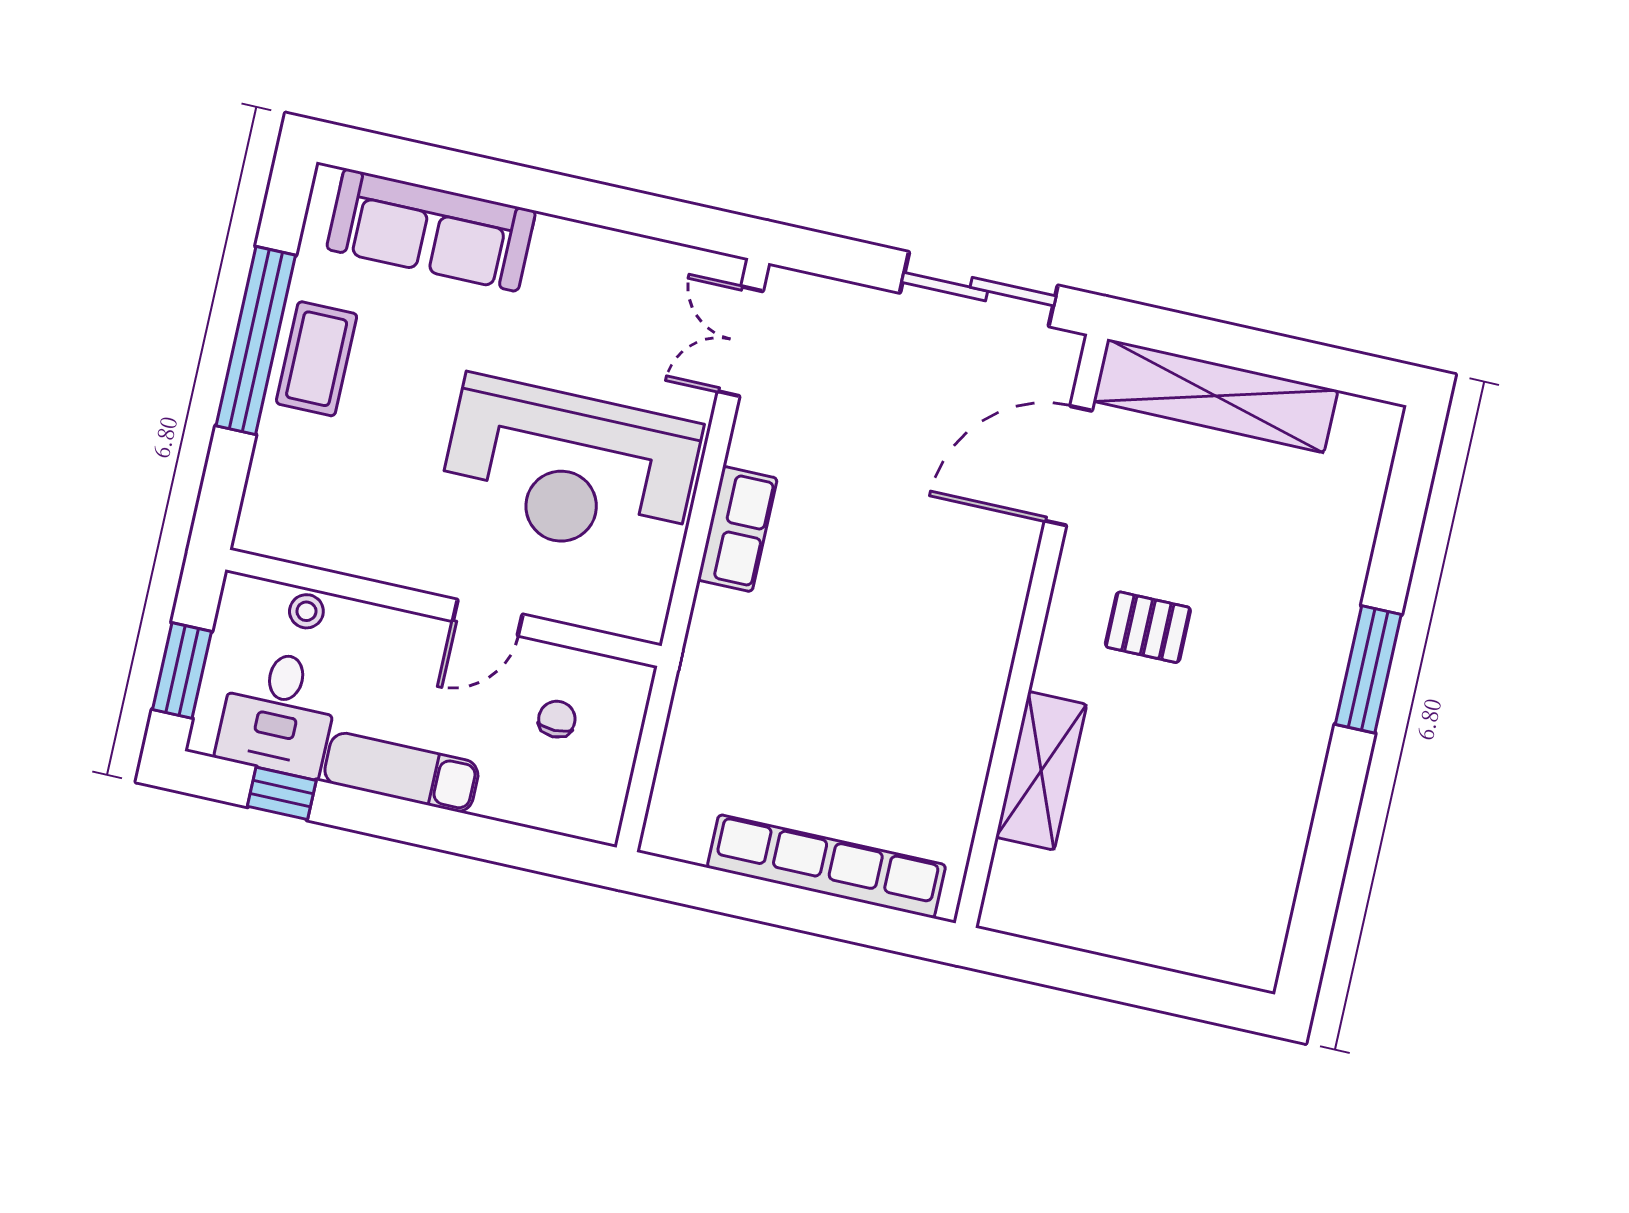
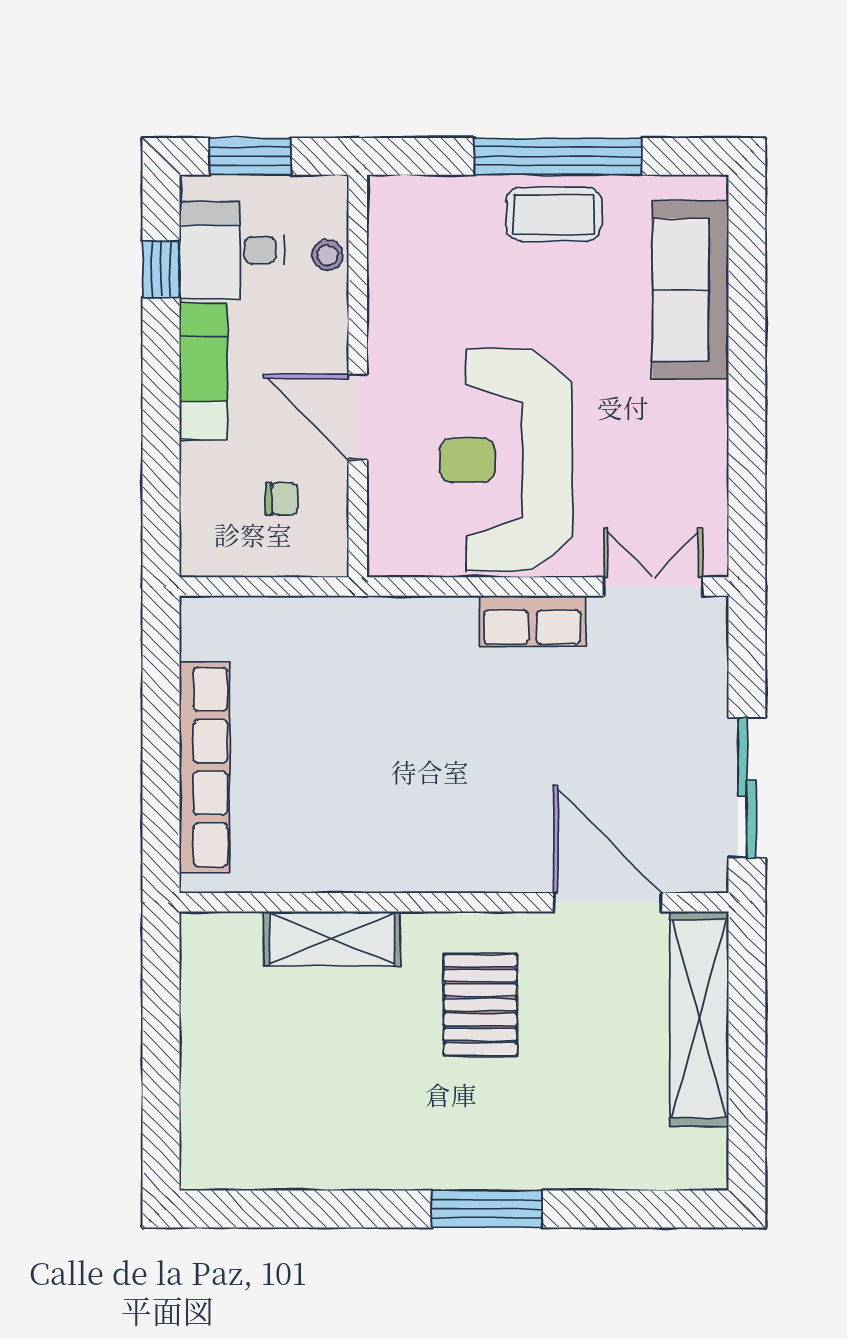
row of seats: (737, 529) -> (532, 621), moved
door: (488, 618) -> (358, 417), width x1.38
pallet: (1148, 627) -> (480, 1005), width x1.50, depth x1.42

